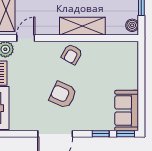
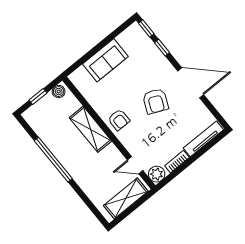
armchair: (72, 54) -> (119, 120), turned 61
sofa: (127, 111) -> (105, 60), moved

